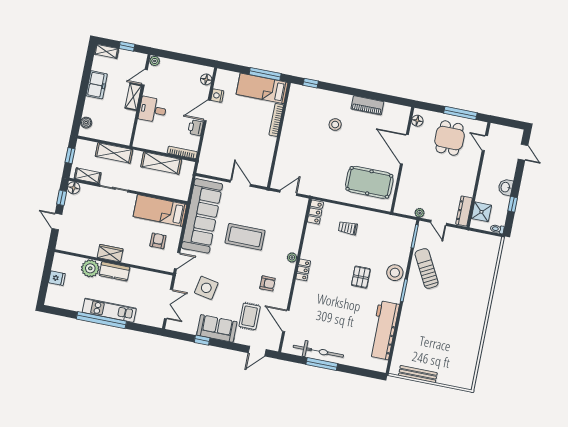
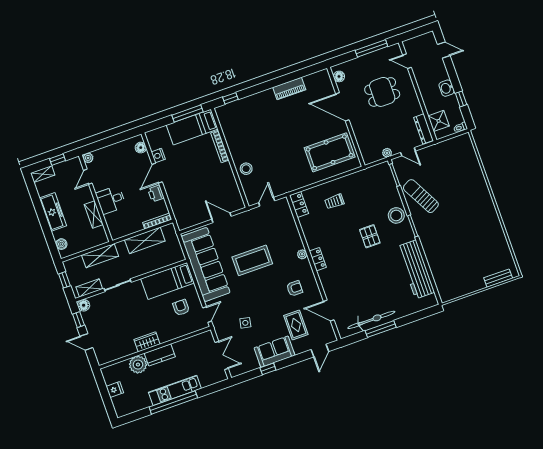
freezer: (97, 85) -> (53, 212), width x1.40
shelving: (133, 97) -> (94, 215), moved
stool: (335, 125) -> (246, 169), moved
dining table: (450, 138) -> (382, 92), moved, turned 90
side table: (206, 288) -> (245, 323), width x0.54, depth x0.54
bench: (418, 374) -> (498, 278), moved, width x0.73

